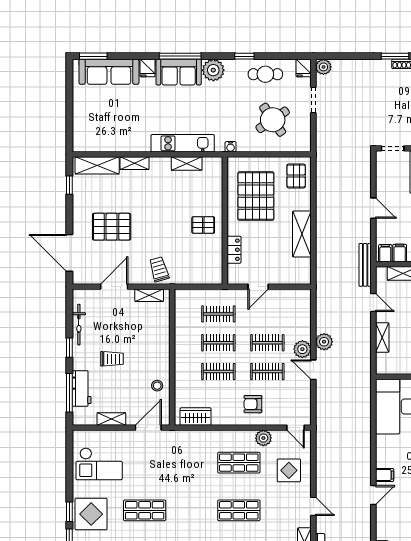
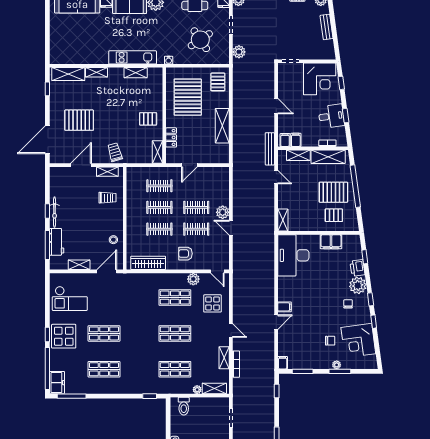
door: (69, 253) -> (47, 140), hinge flipped
shelving: (216, 269) -> (157, 152), added
bicycle: (79, 325) -> (55, 212), moved
shelving: (382, 338) -> (283, 220), moved
plant: (324, 342) -> (239, 52), moved
trolley: (112, 359) -> (107, 198), moved
wardrobe: (196, 417) -> (148, 263), width x1.50

